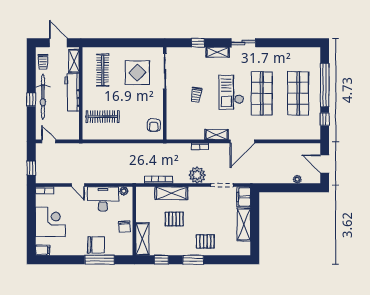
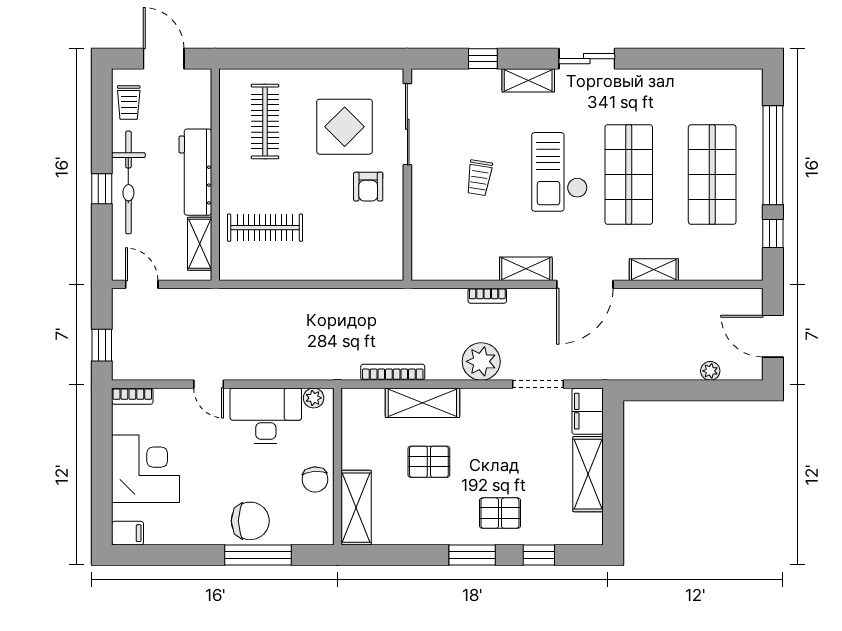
shelving: (74, 61) -> (200, 244), moved
armchair: (154, 125) -> (368, 187), moved
shelving: (273, 135) -> (654, 270), added
window: (162, 260) -> (539, 555), moved

